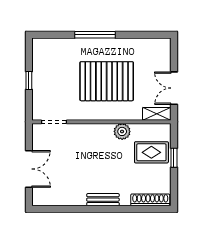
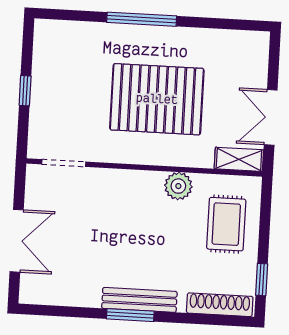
rug: (151, 152) -> (226, 224), turned 90
window: (174, 158) -> (262, 280), moved
bench: (103, 200) -> (139, 300), width x1.36
window: (98, 209) -> (130, 315), added

